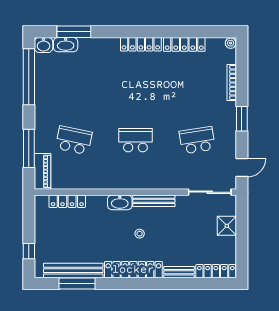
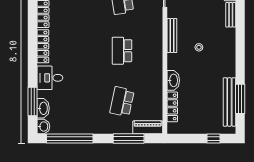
desk: (103, 53) -> (50, 78), added
washbasin: (120, 202) -> (173, 80), moved
locker: (133, 270) -> (229, 52), removed

